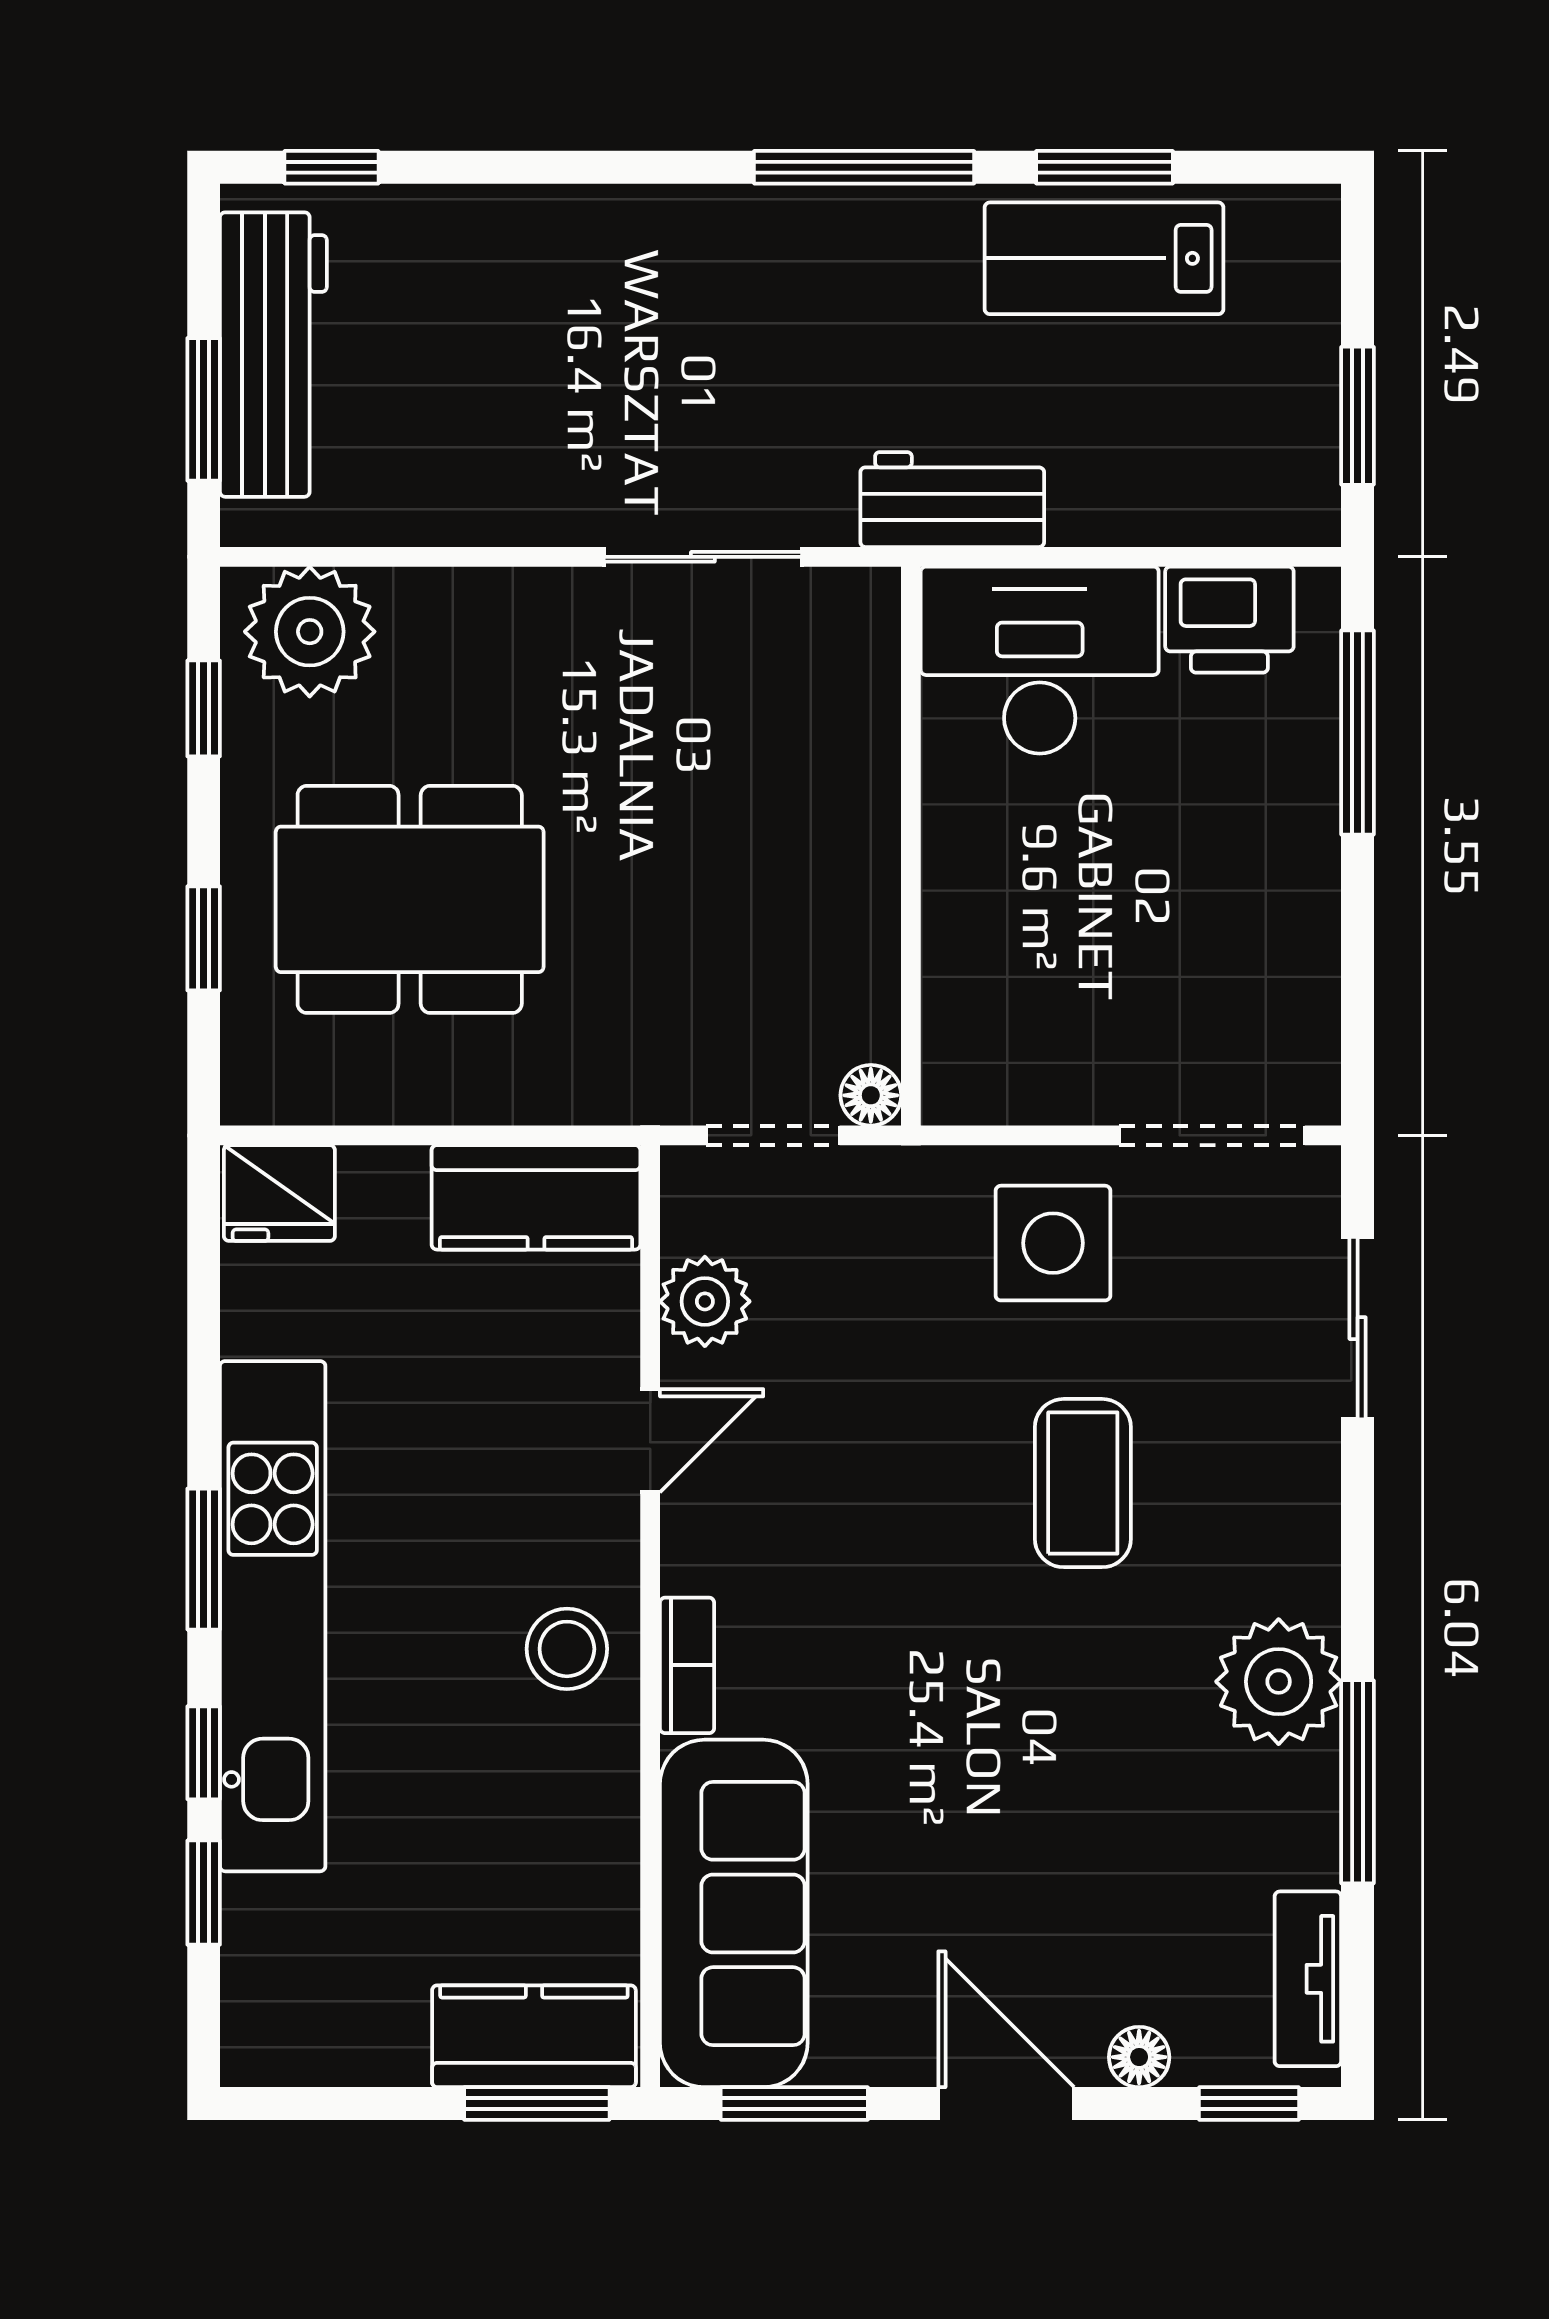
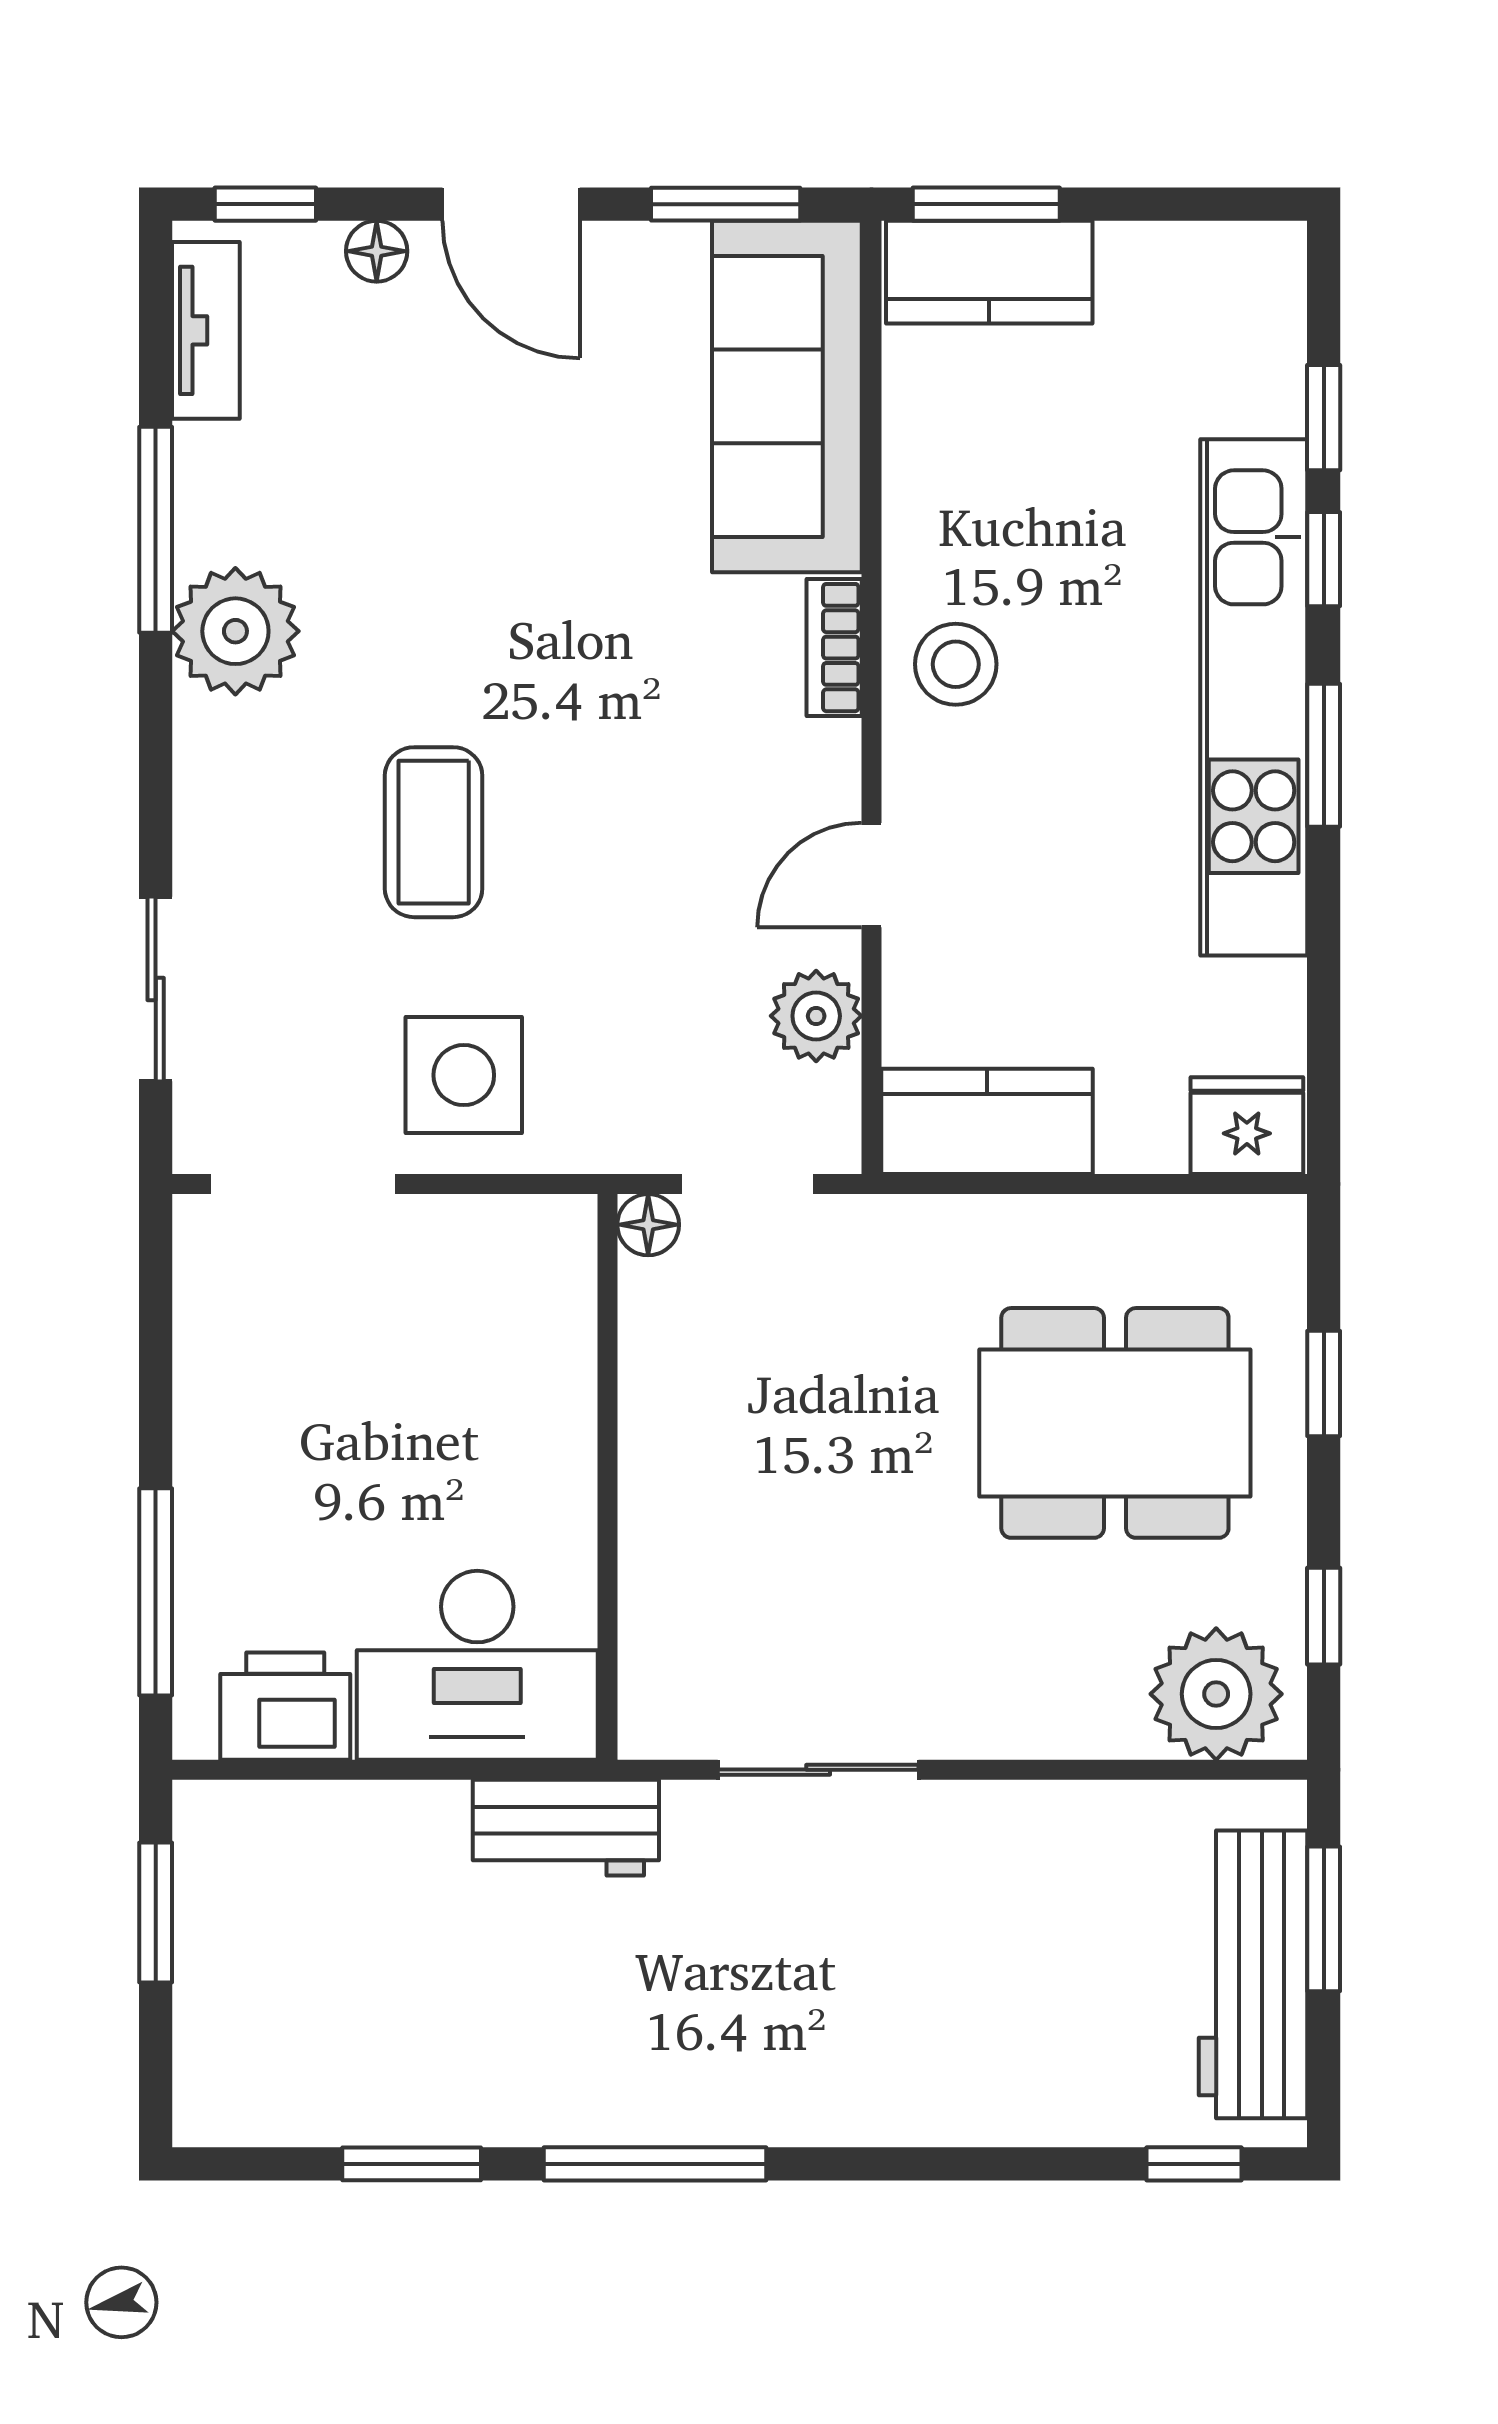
lab bench: (1104, 258) -> (412, 2072), removed

